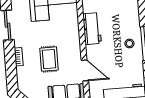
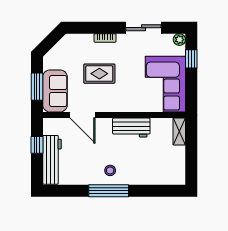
door: (85, 70) -> (82, 115), hinge flipped

